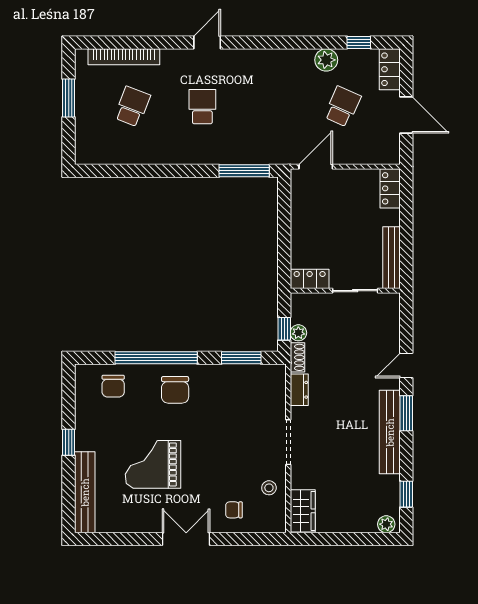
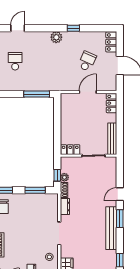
window: (359, 42) -> (73, 28), moved
plant: (326, 60) -> (56, 37), moved
door: (316, 167) -> (88, 92), moved

